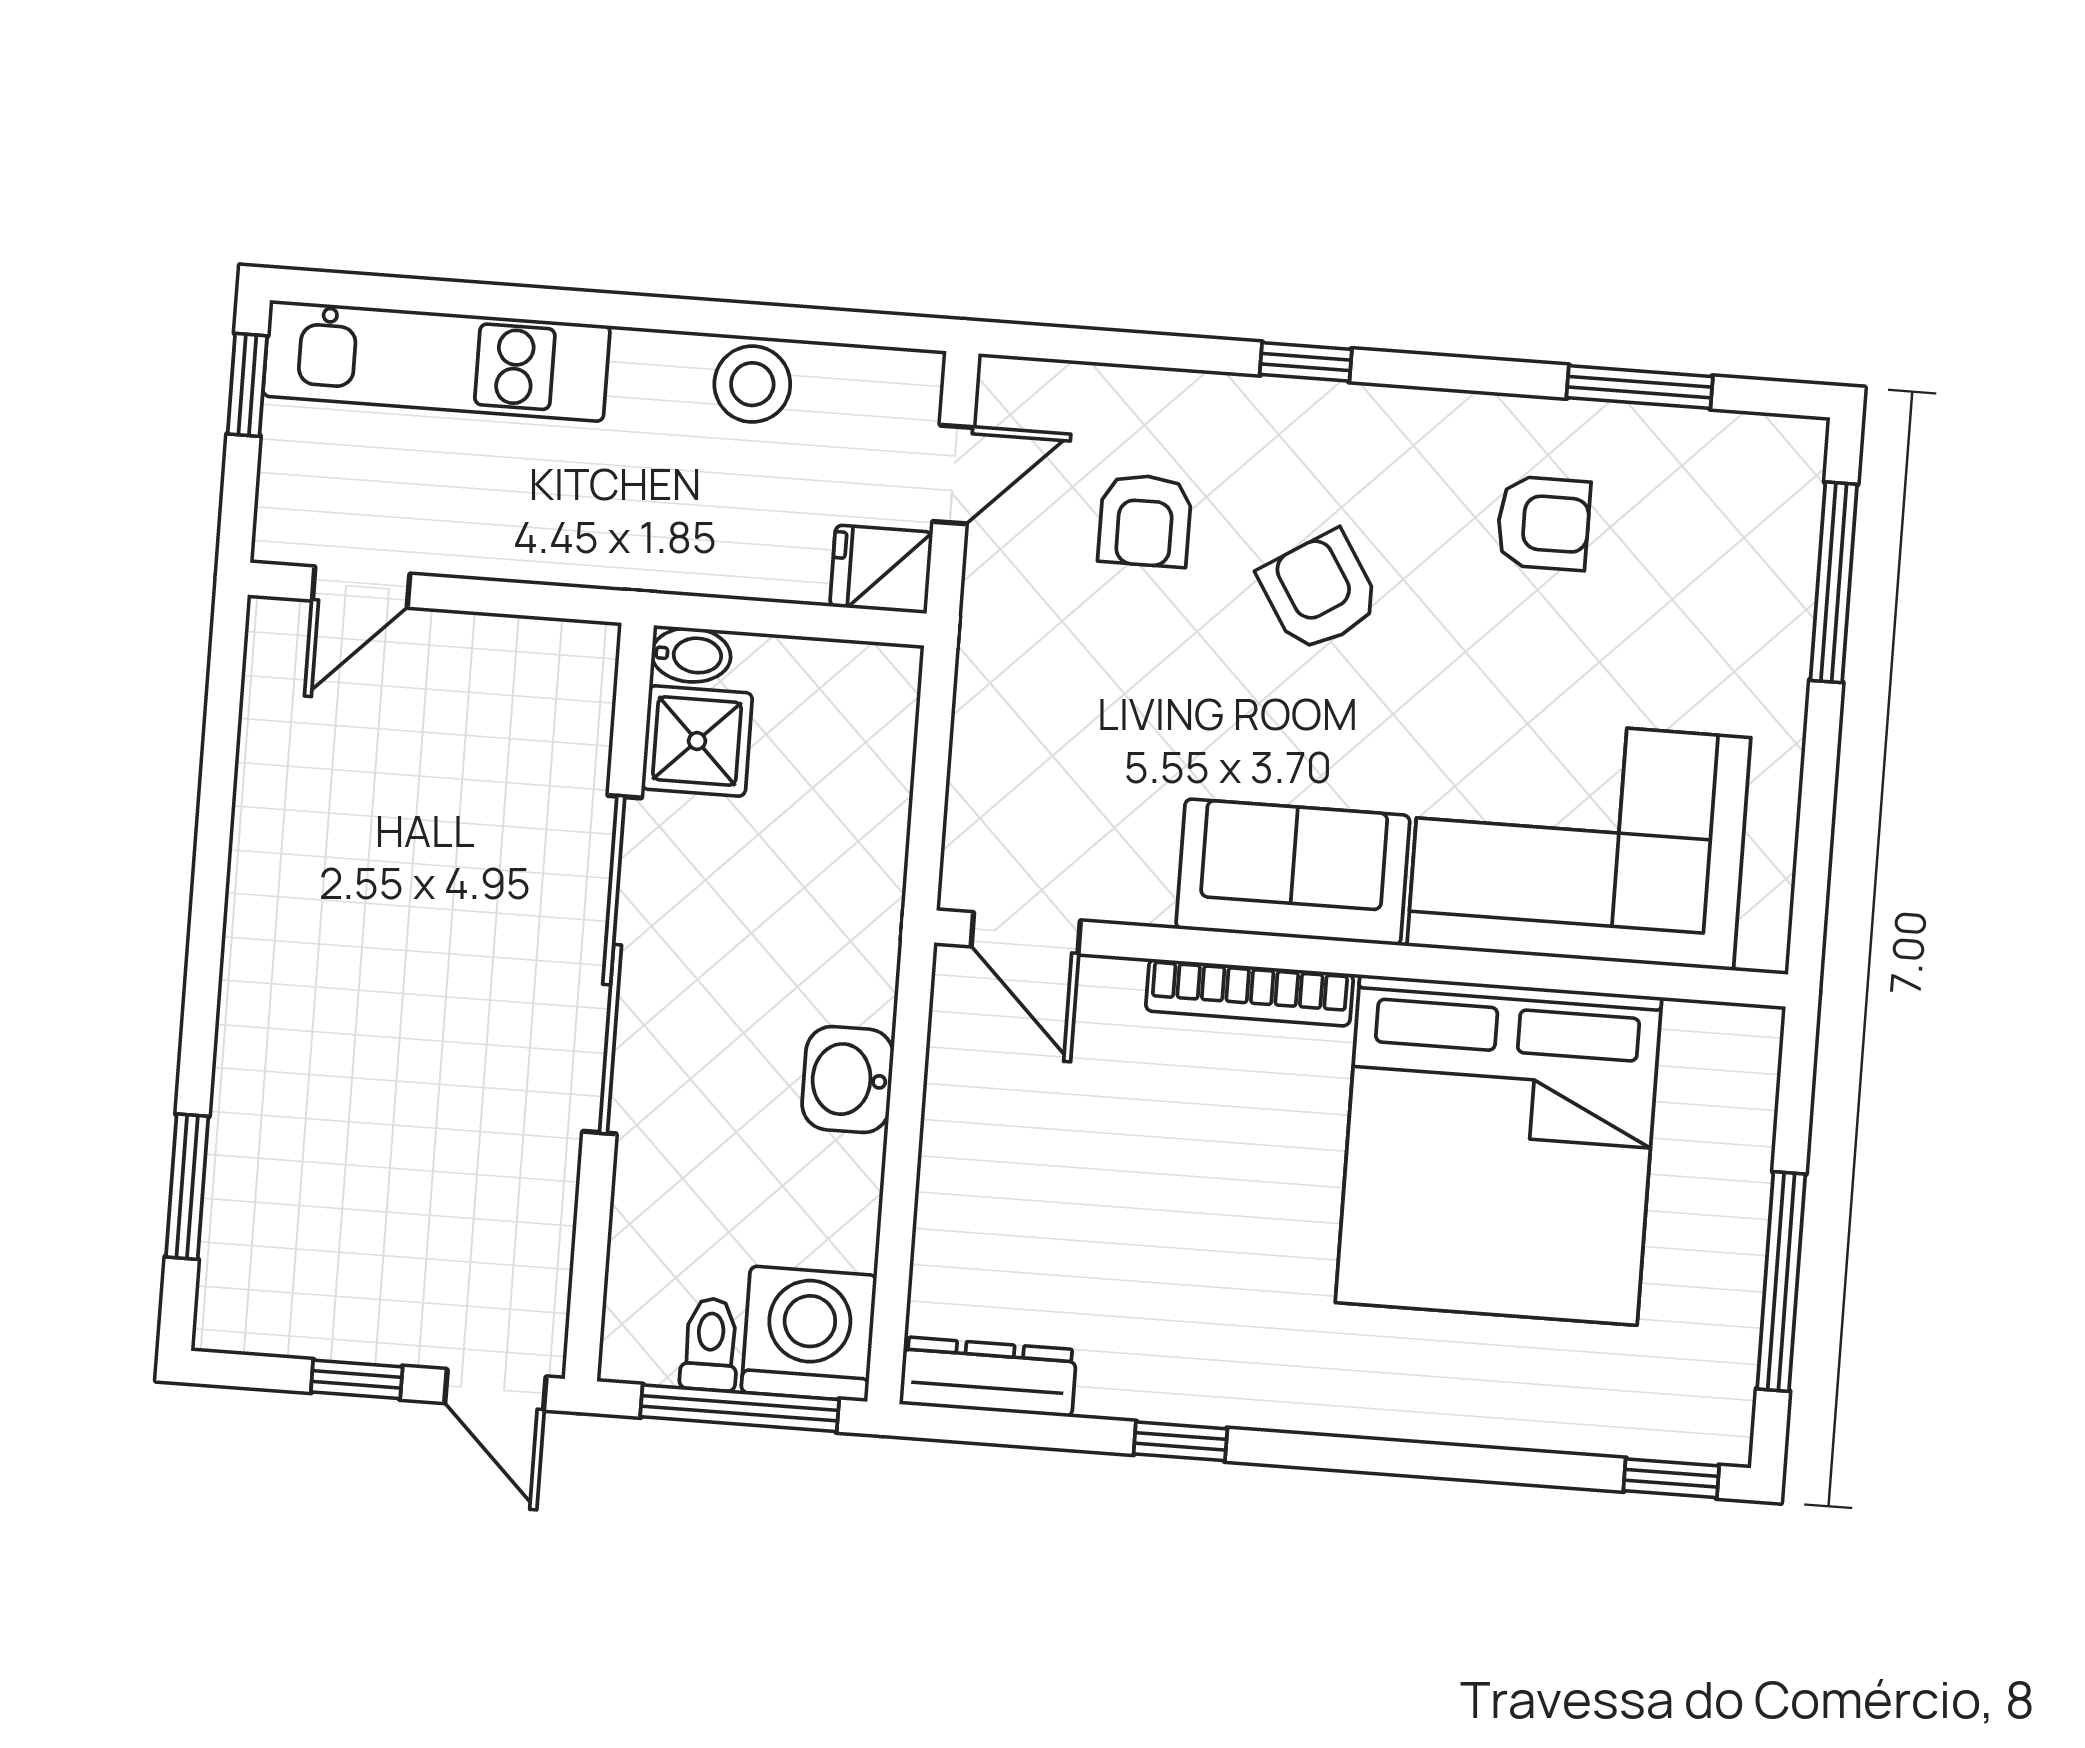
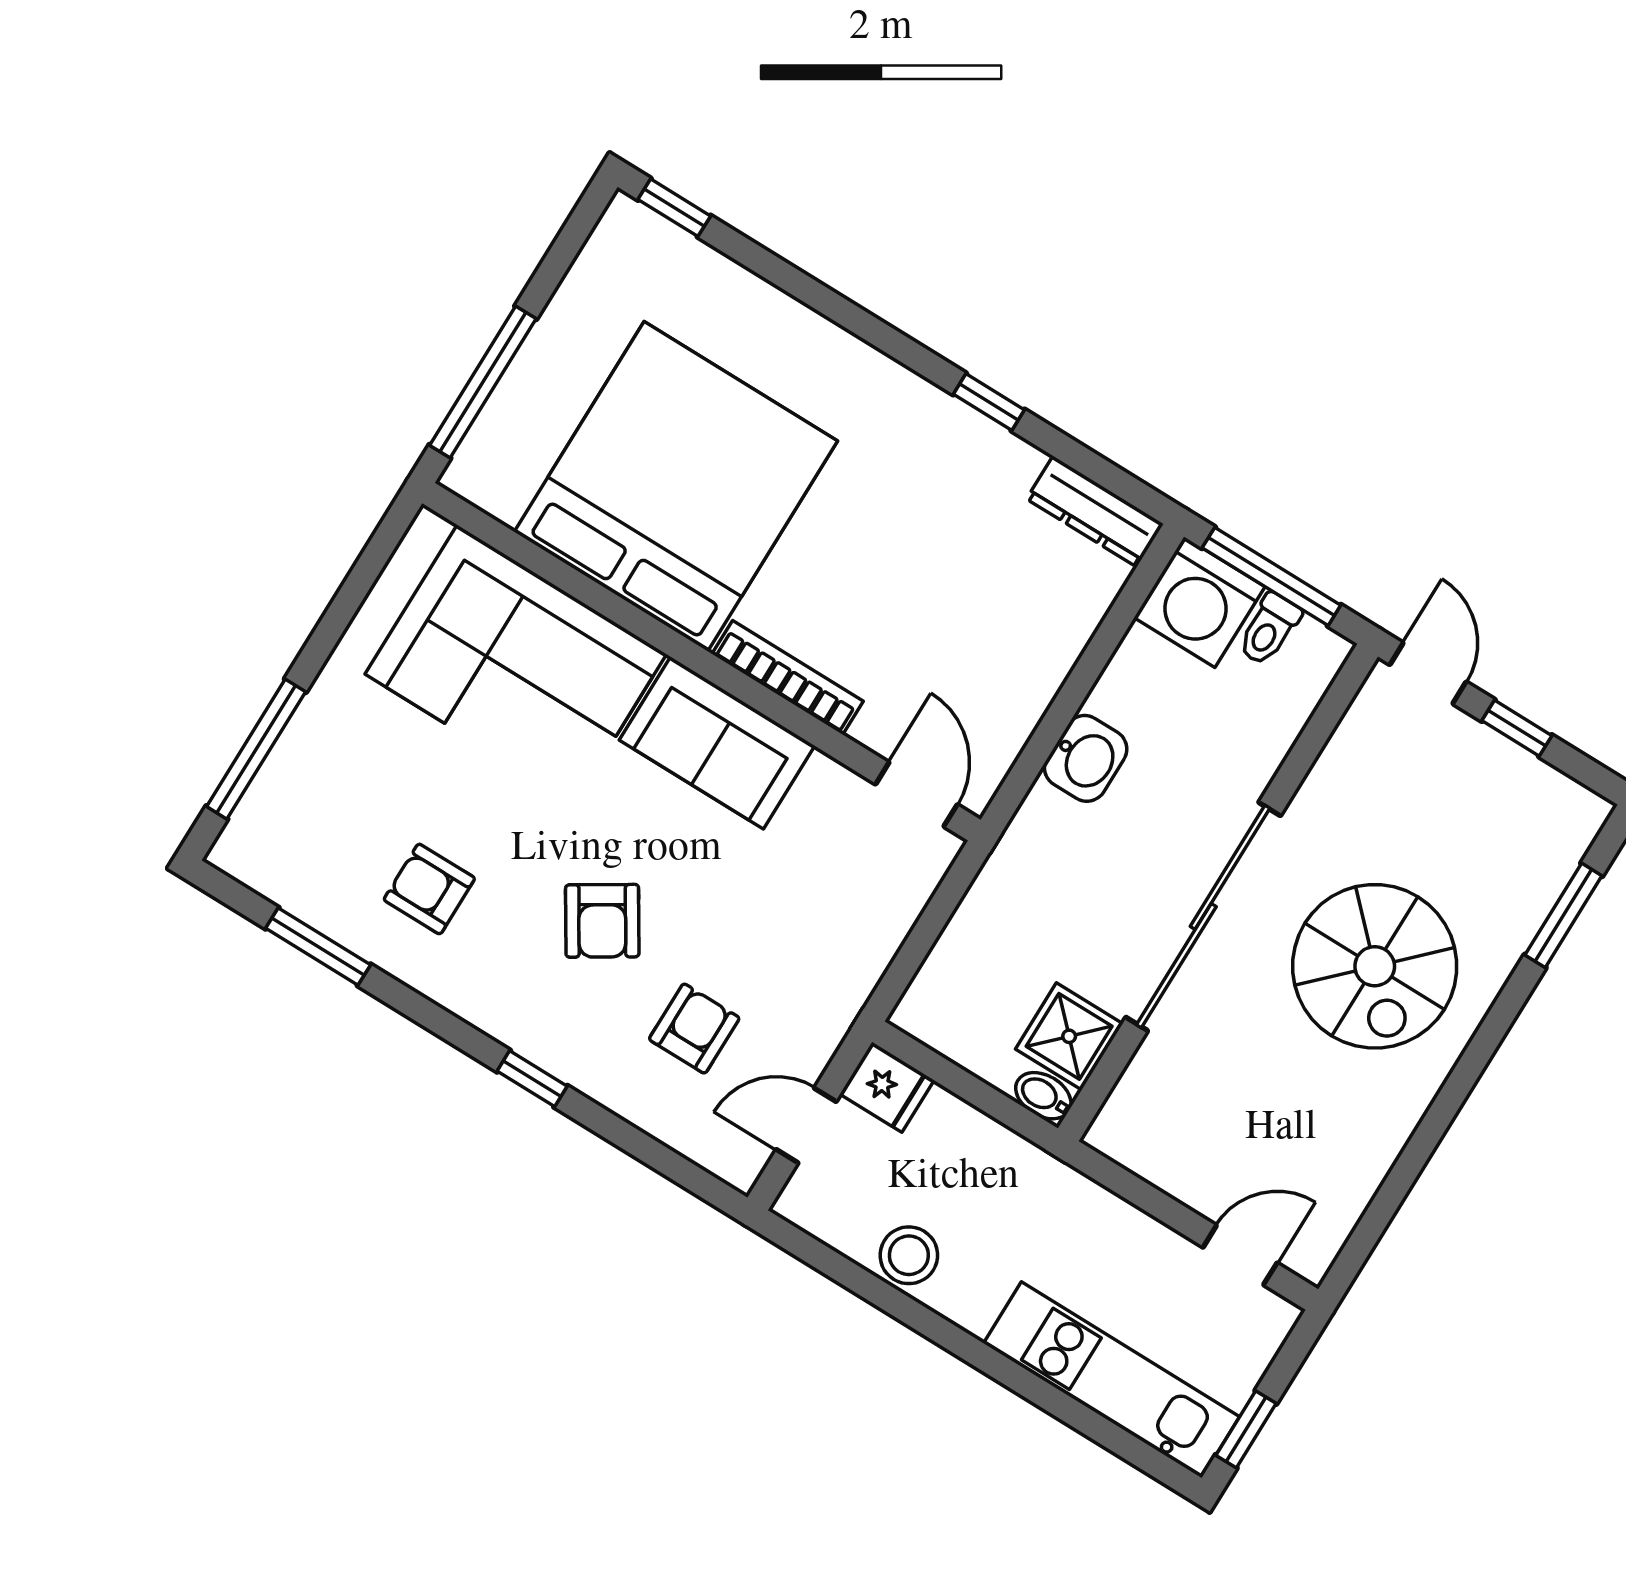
spiral stairs: (379, 1011) -> (1375, 966), added
window: (1781, 1281) -> (483, 382), moved

